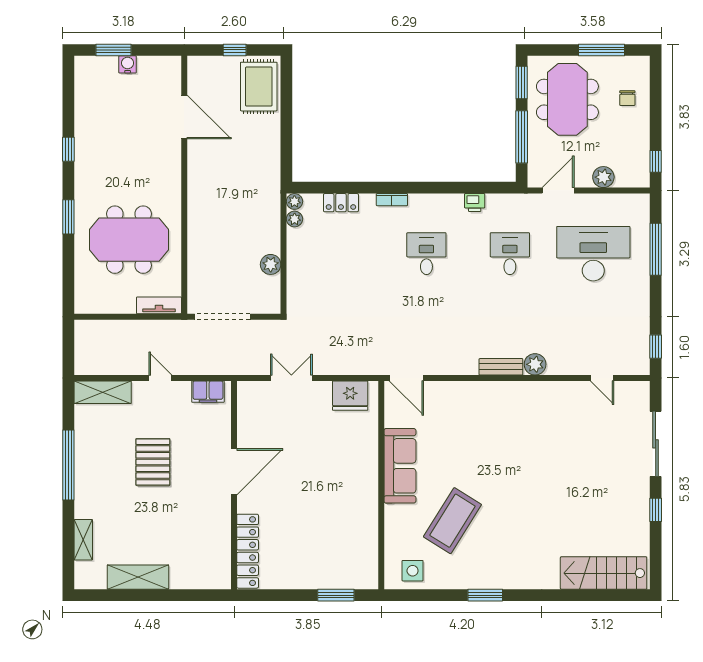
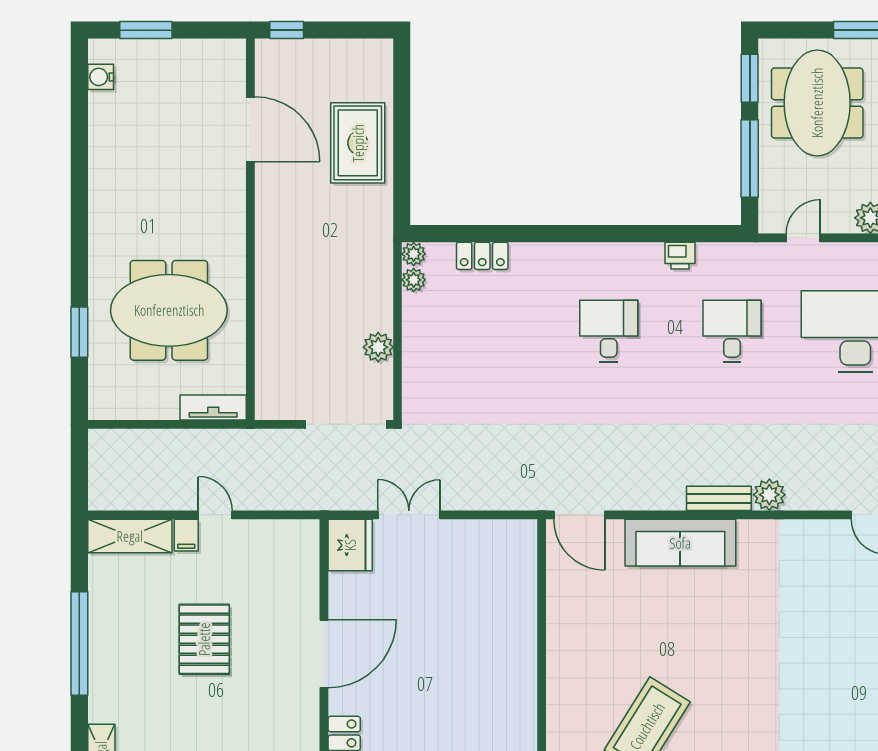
window: (235, 50) -> (287, 30), moved
water cooler: (128, 64) -> (101, 77), moved, turned -90
rug: (259, 87) -> (358, 143), moved
window: (68, 149) -> (79, 177), removed
door: (558, 191) -> (803, 238), width x0.73
bookcase: (392, 200) -> (558, 251), removed
window: (68, 217) -> (79, 332), moved
doorway: (222, 317) -> (346, 424), moved
filing cabinet: (208, 392) -> (186, 535), moved, width x0.50
fridge: (350, 396) -> (350, 545), moved, turned -90
sofa: (400, 466) -> (680, 543), moved, turned 90

